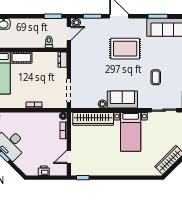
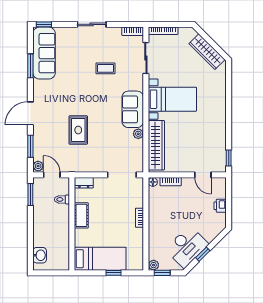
rug: (125, 49) -> (78, 130), moved, width x0.73, depth x0.70
cot: (21, 58) -> (81, 215), moved

